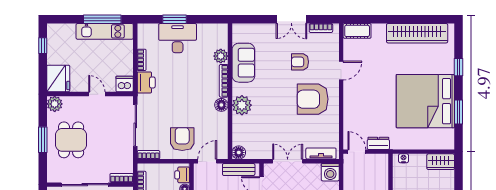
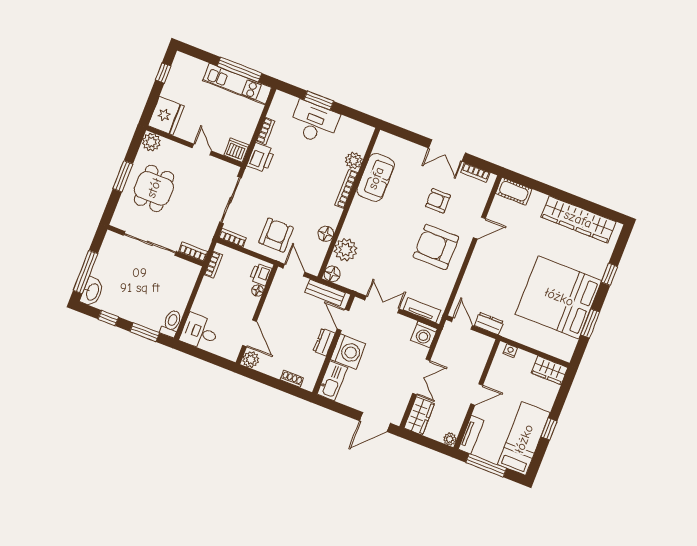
floor lamp: (221, 105) -> (326, 234), moved
plant: (242, 105) -> (346, 250), moved
door: (207, 161) -> (294, 270), hinge flipped

